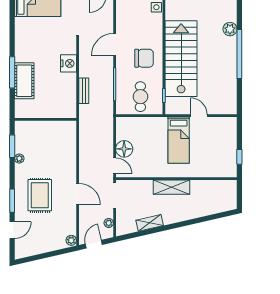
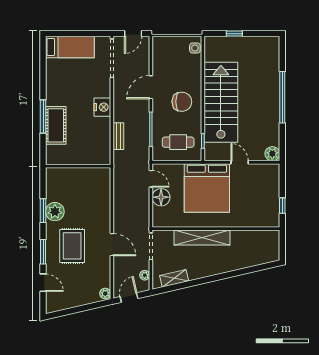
plant: (230, 29) -> (272, 154), moved
cafe table: (140, 97) -> (178, 142), turned 90
bed: (179, 140) -> (207, 188), width x2.04
window: (12, 146) -> (43, 211), moved
plant: (19, 158) -> (55, 212), width x1.88, depth x1.88
door: (115, 166) -> (151, 179), moved
shelving: (172, 187) -> (202, 237), width x1.47
shelving: (150, 223) -> (174, 278), moved
door: (12, 230) -> (43, 283), hinge flipped

